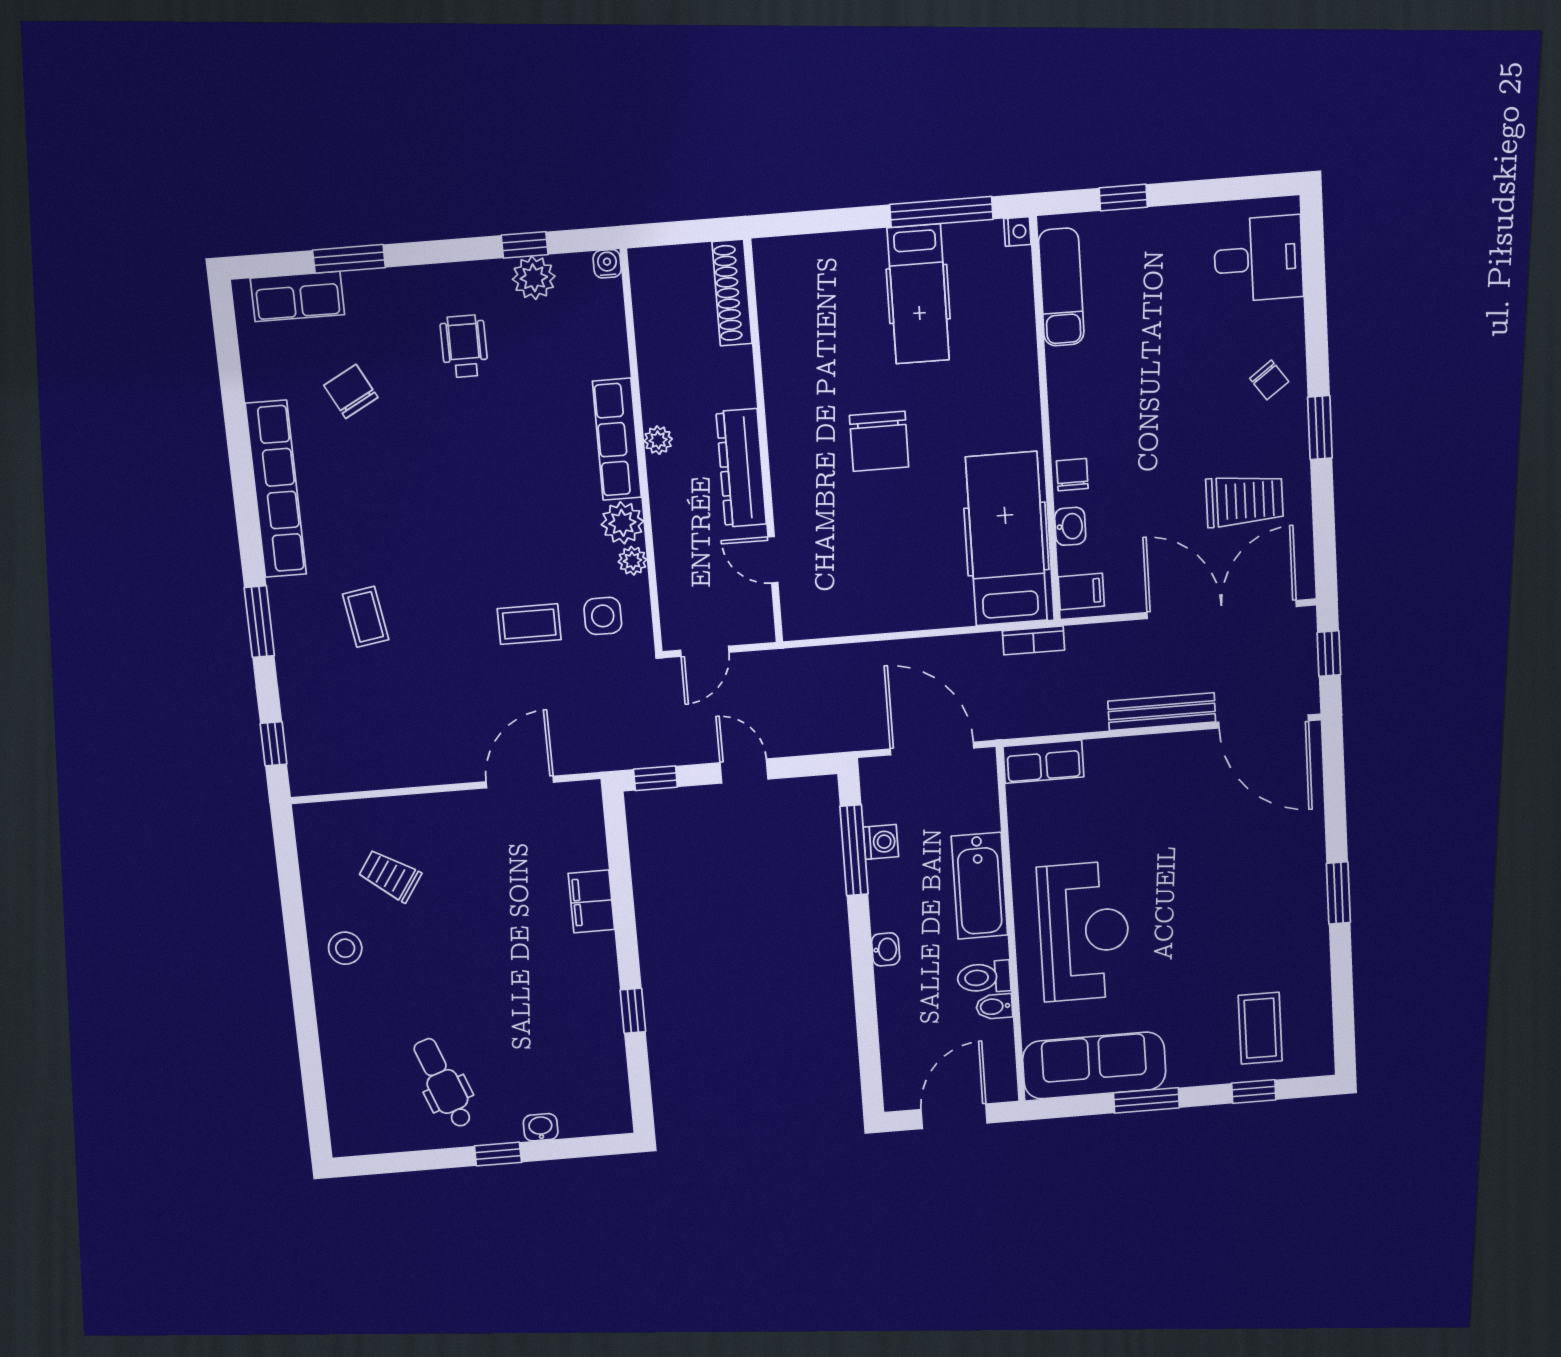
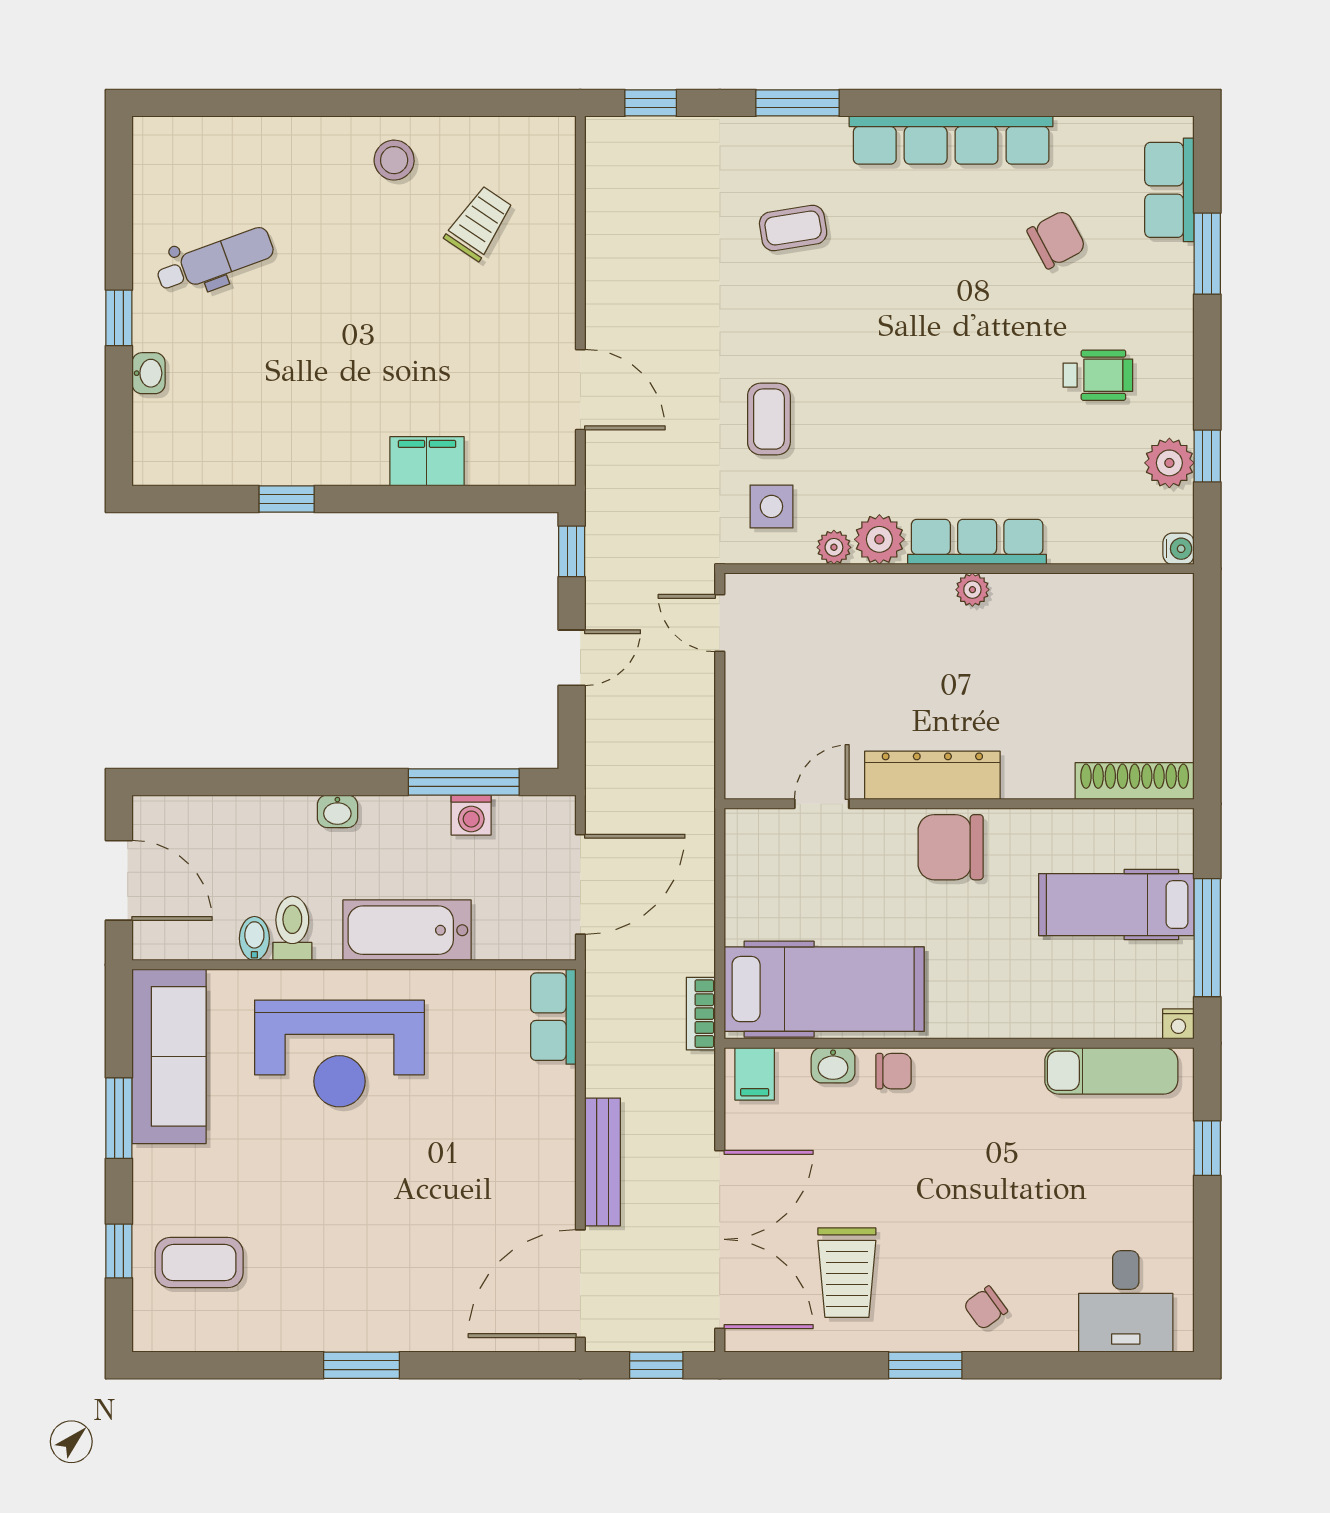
shoe rack: (732, 293) -> (1135, 781), moved
wall: (764, 443) -> (959, 804), moved
dresser: (741, 468) -> (932, 775), moved
door: (773, 560) -> (822, 804), moved

